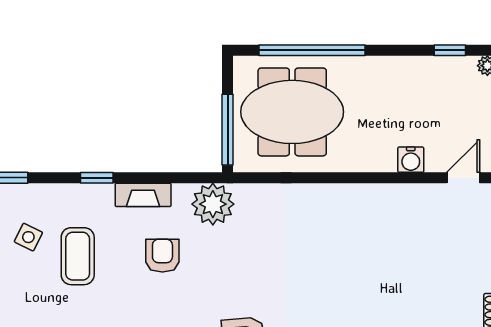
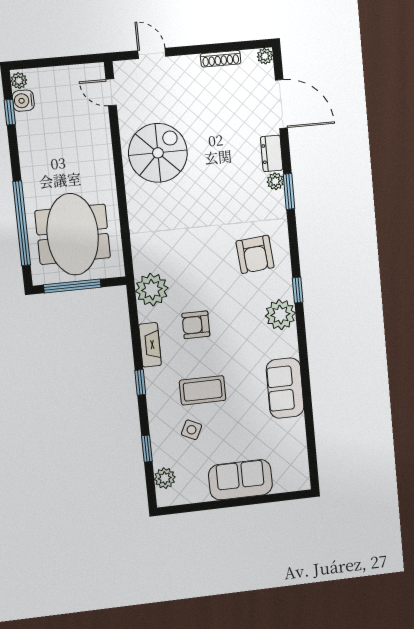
window: (228, 130) -> (72, 286), moved
water cooler: (411, 160) -> (23, 101), moved, turned 180
spiral stairs: (383, 229) -> (158, 153), added

